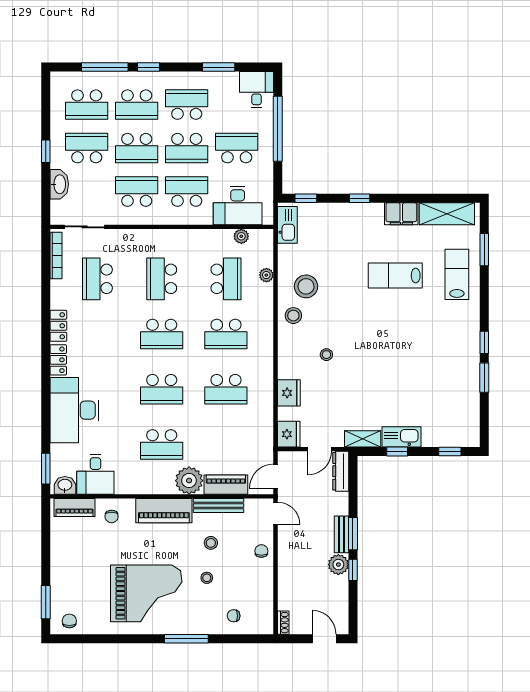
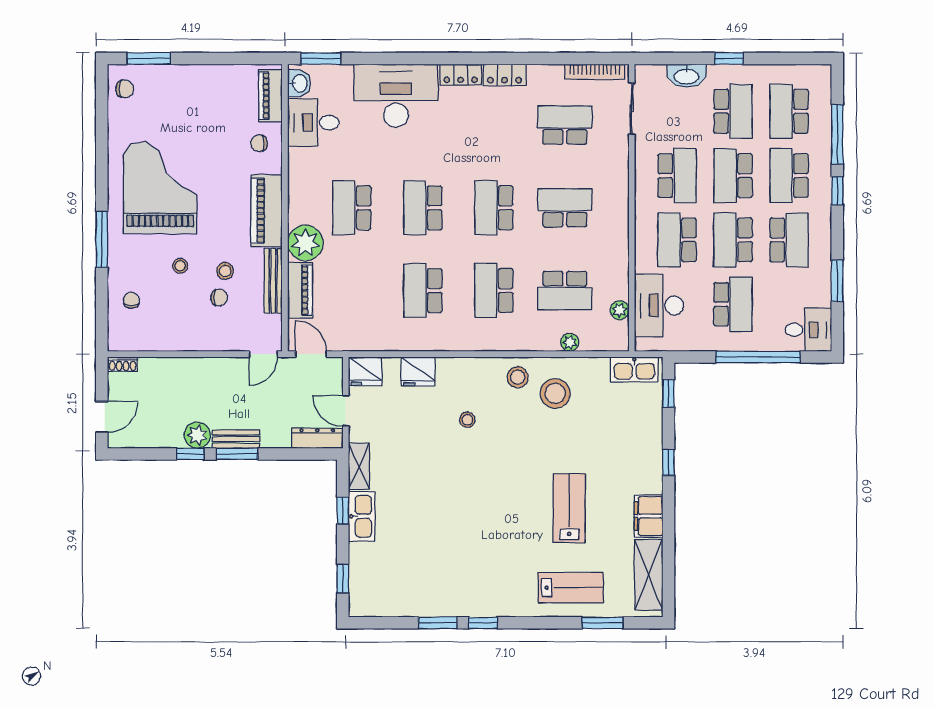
school desk: (187, 192) -> (677, 240), turned 180
chair: (261, 551) -> (219, 298), moved
grand piano: (146, 593) -> (160, 188), turned 180

